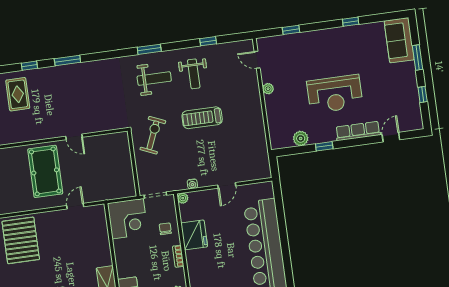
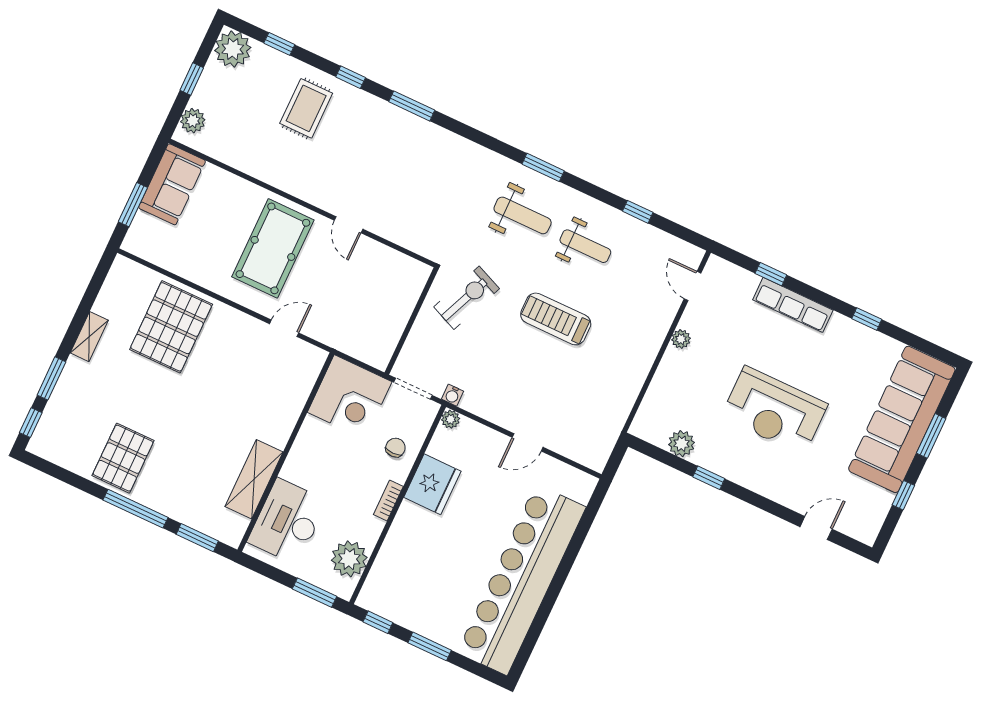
sofa: (399, 40) -> (902, 419), width x1.85, depth x1.27
weight bench: (194, 74) -> (585, 246), turned -90
row of seats: (358, 131) -> (793, 305), moved, turned 180
water cooler: (192, 184) -> (453, 395), moved

